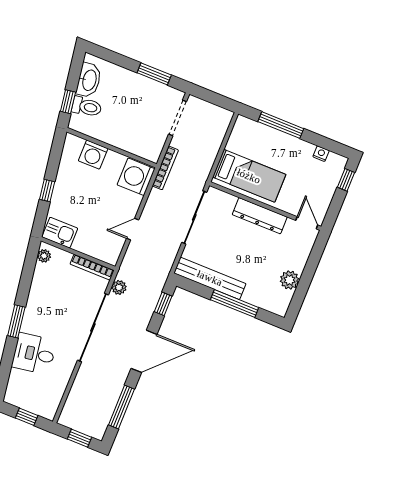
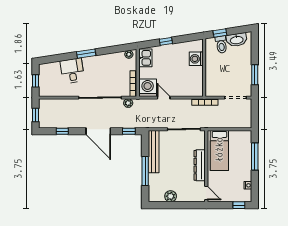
washing machine: (136, 177) -> (148, 88), moved
door: (307, 223) -> (206, 193), hinge flipped
window: (121, 407) -> (62, 131), width x0.46

